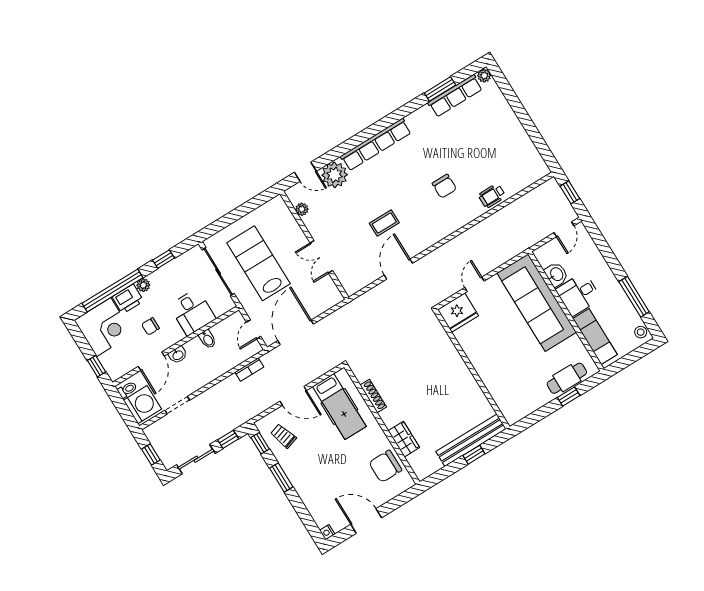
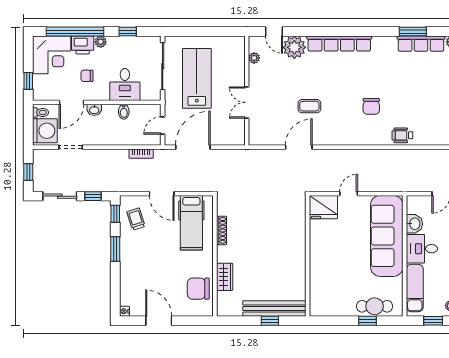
window: (632, 357) -> (433, 321), added

